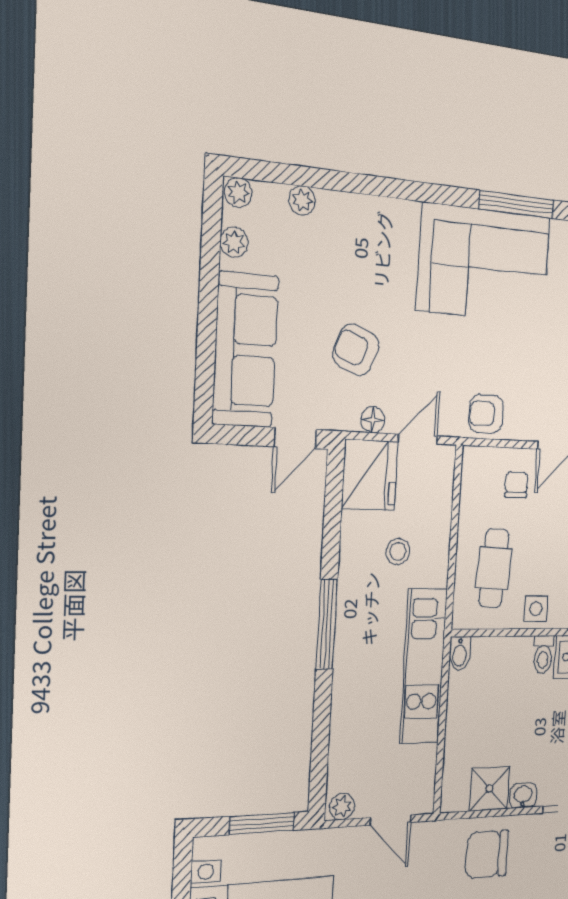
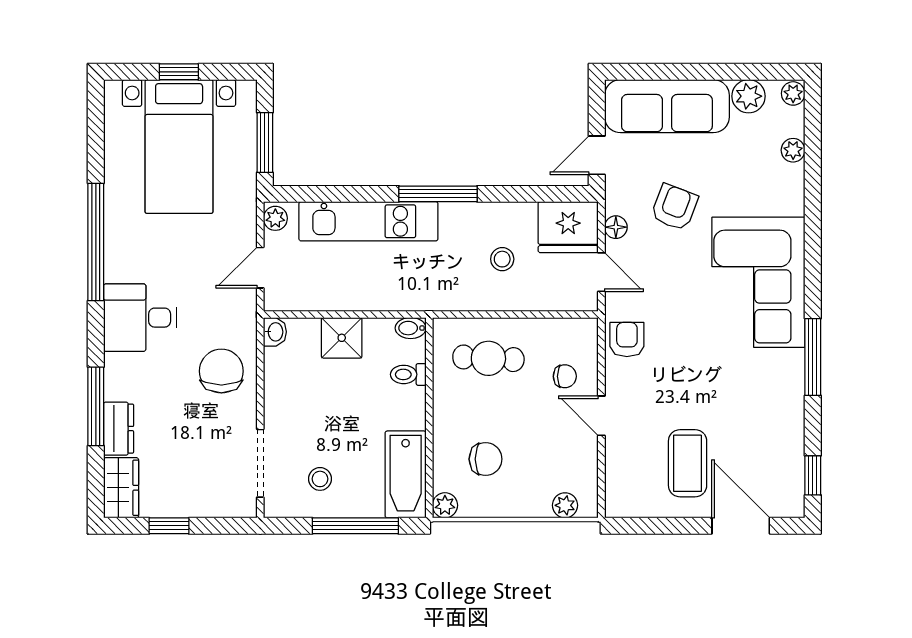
plant: (234, 242) -> (749, 96), width x1.38, depth x1.38
corner sofa: (484, 263) -> (758, 282), moved
door: (295, 438) -> (597, 155), hinge flipped
side table: (536, 609) -> (451, 406), removed
toilet: (543, 655) -> (408, 374), moved
kitchen unit: (424, 666) -> (368, 221), moved, turned 180
shower: (490, 789) -> (342, 338), moved
washbasin: (523, 796) -> (275, 332), moved

